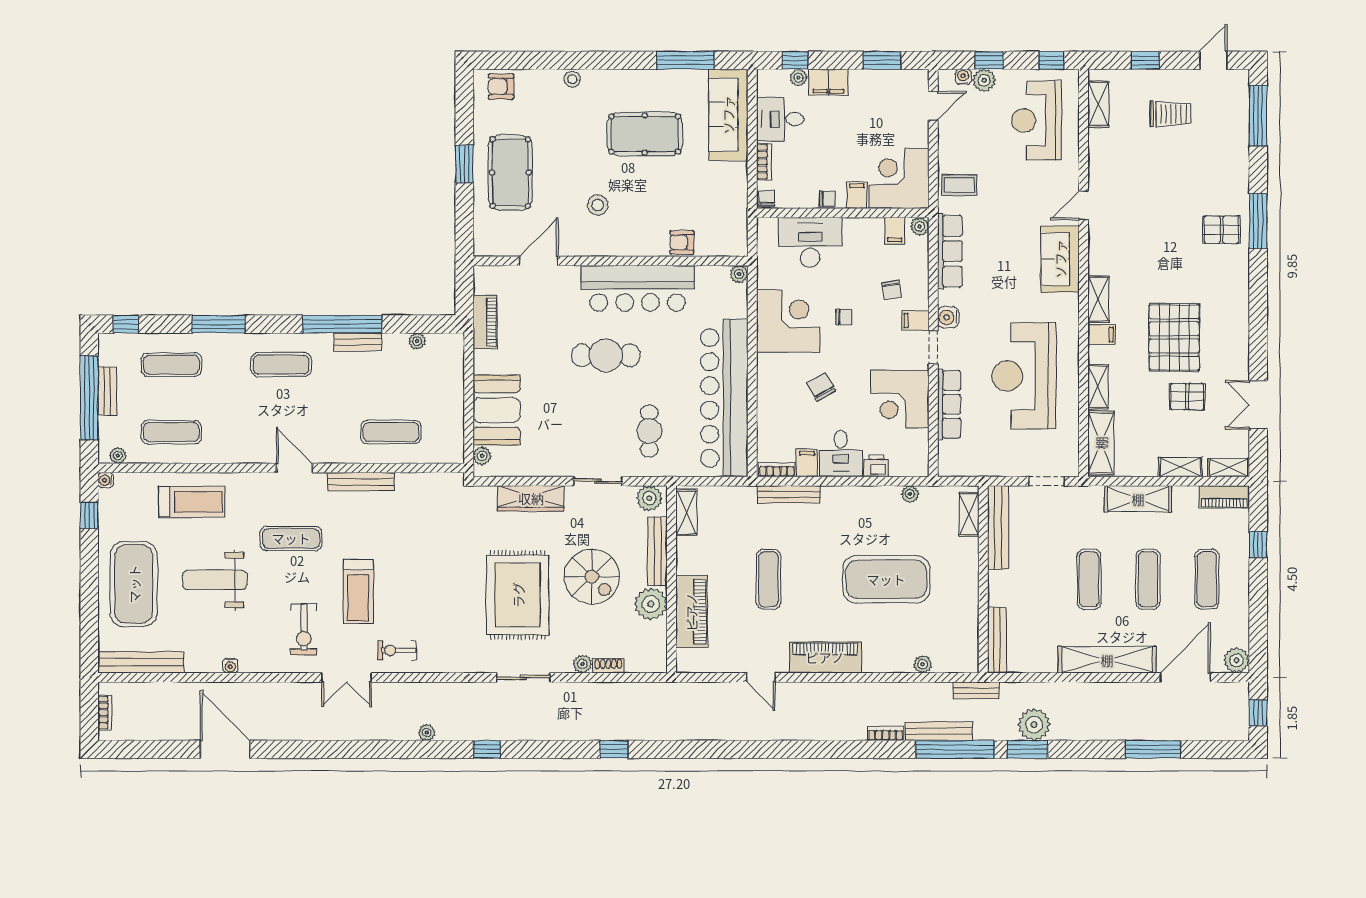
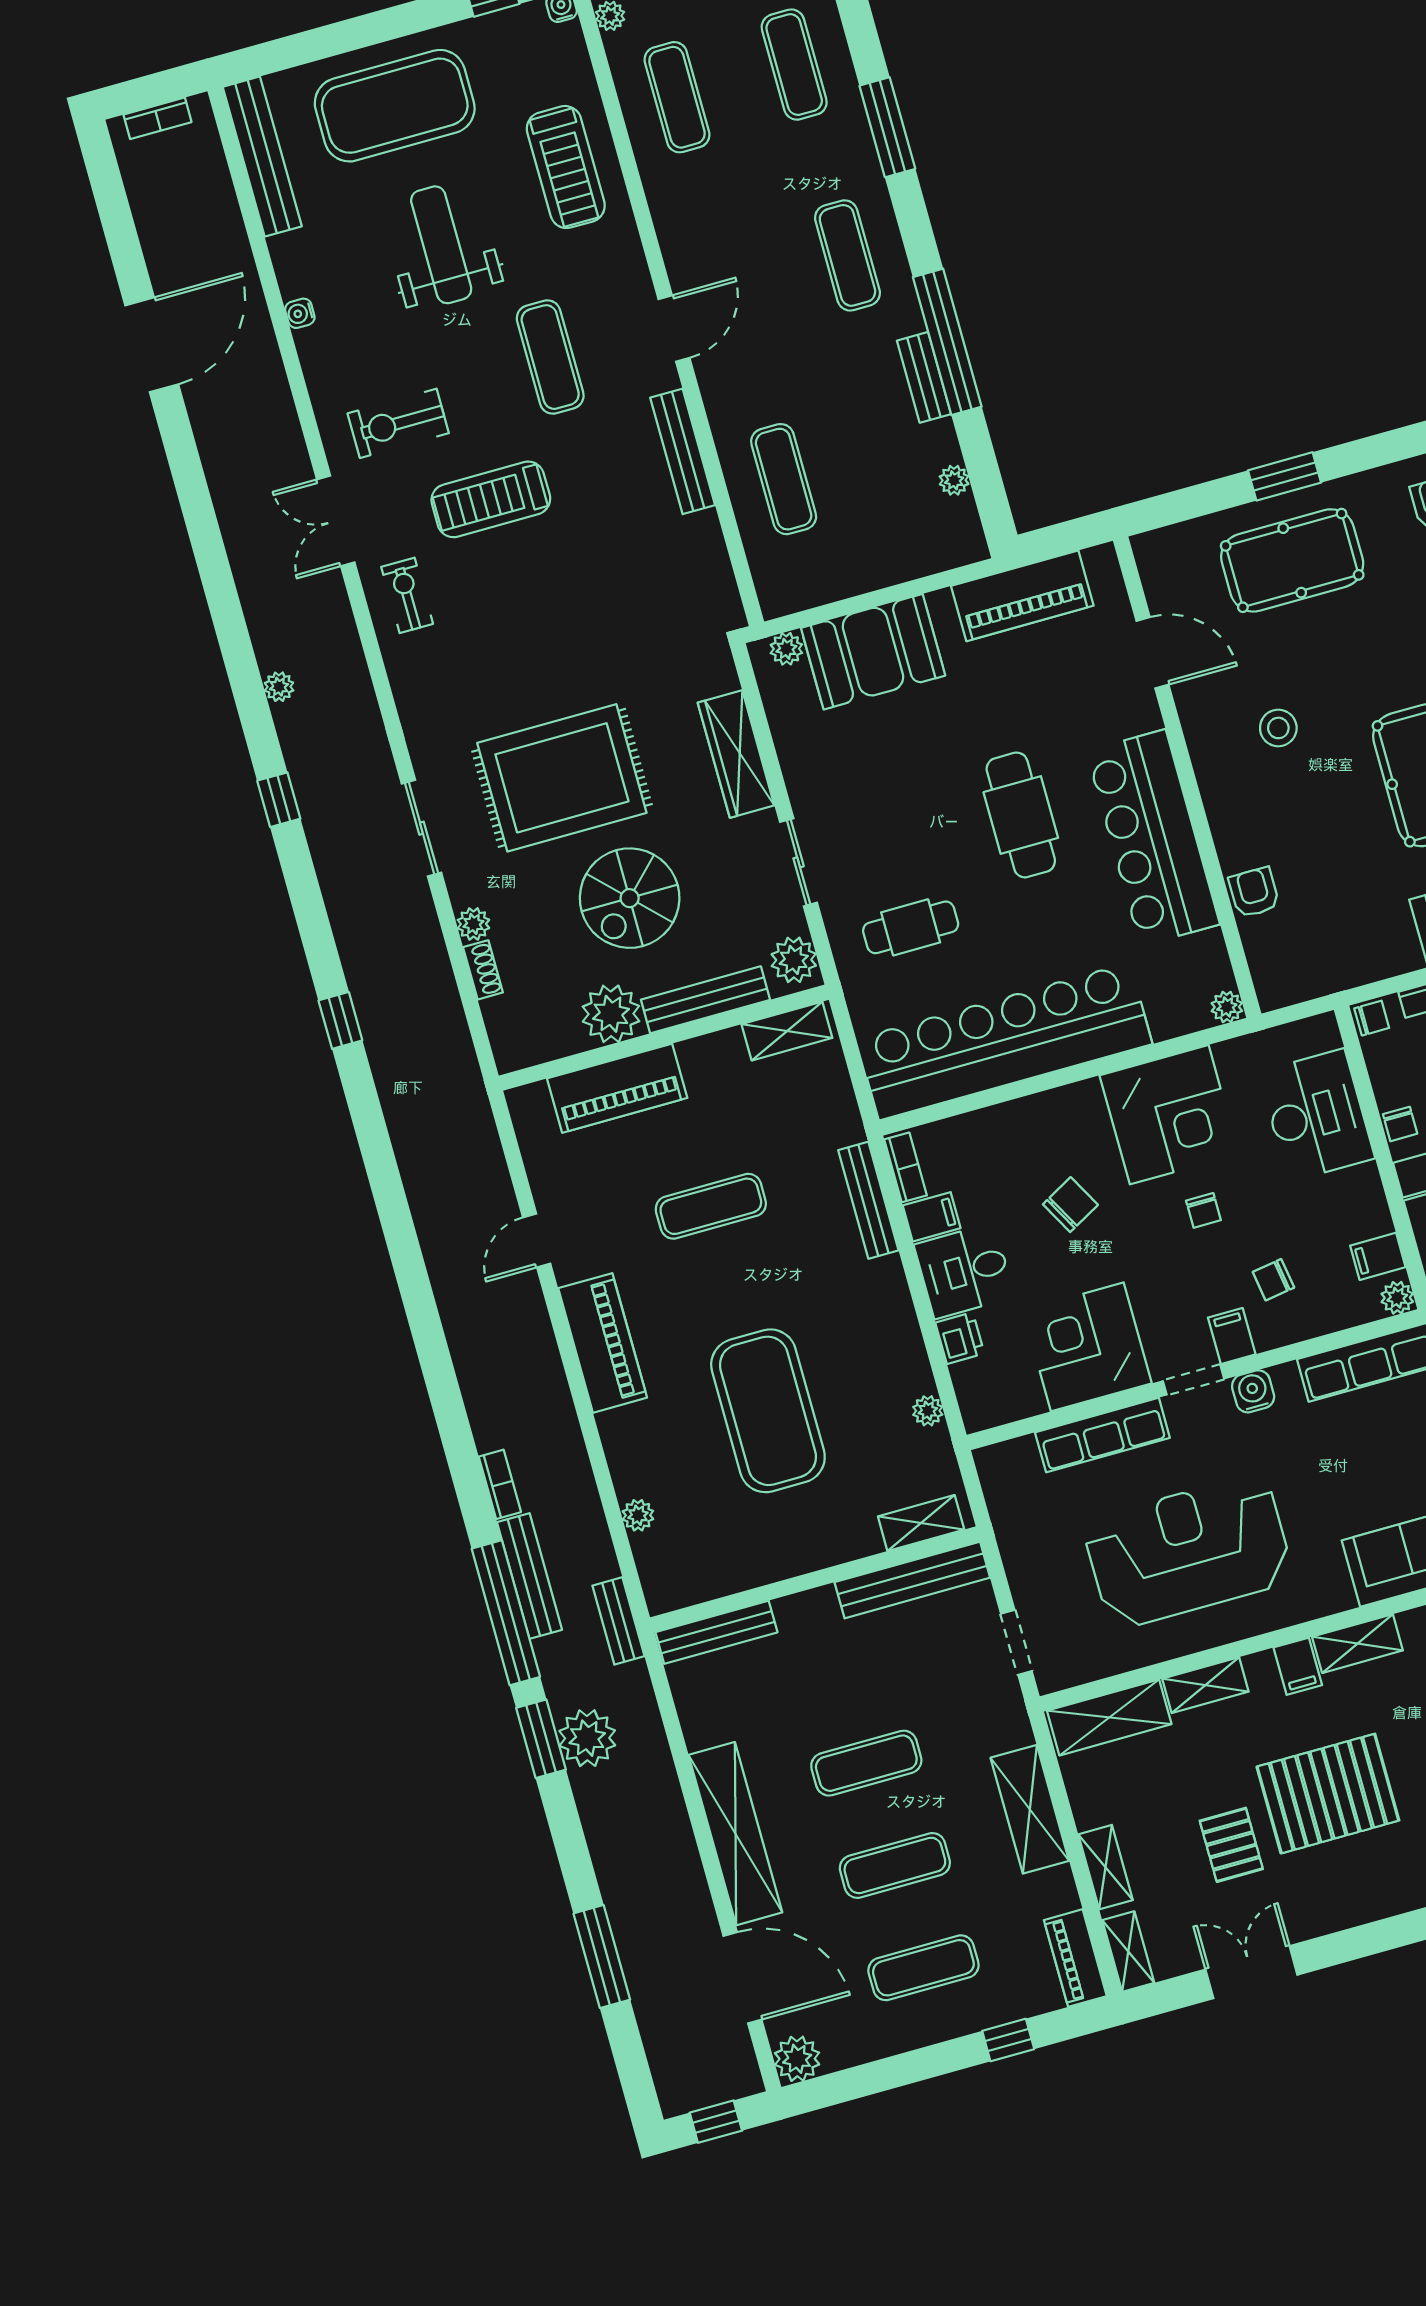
piano: (485, 322) -> (1022, 596), width x1.37, depth x1.33

